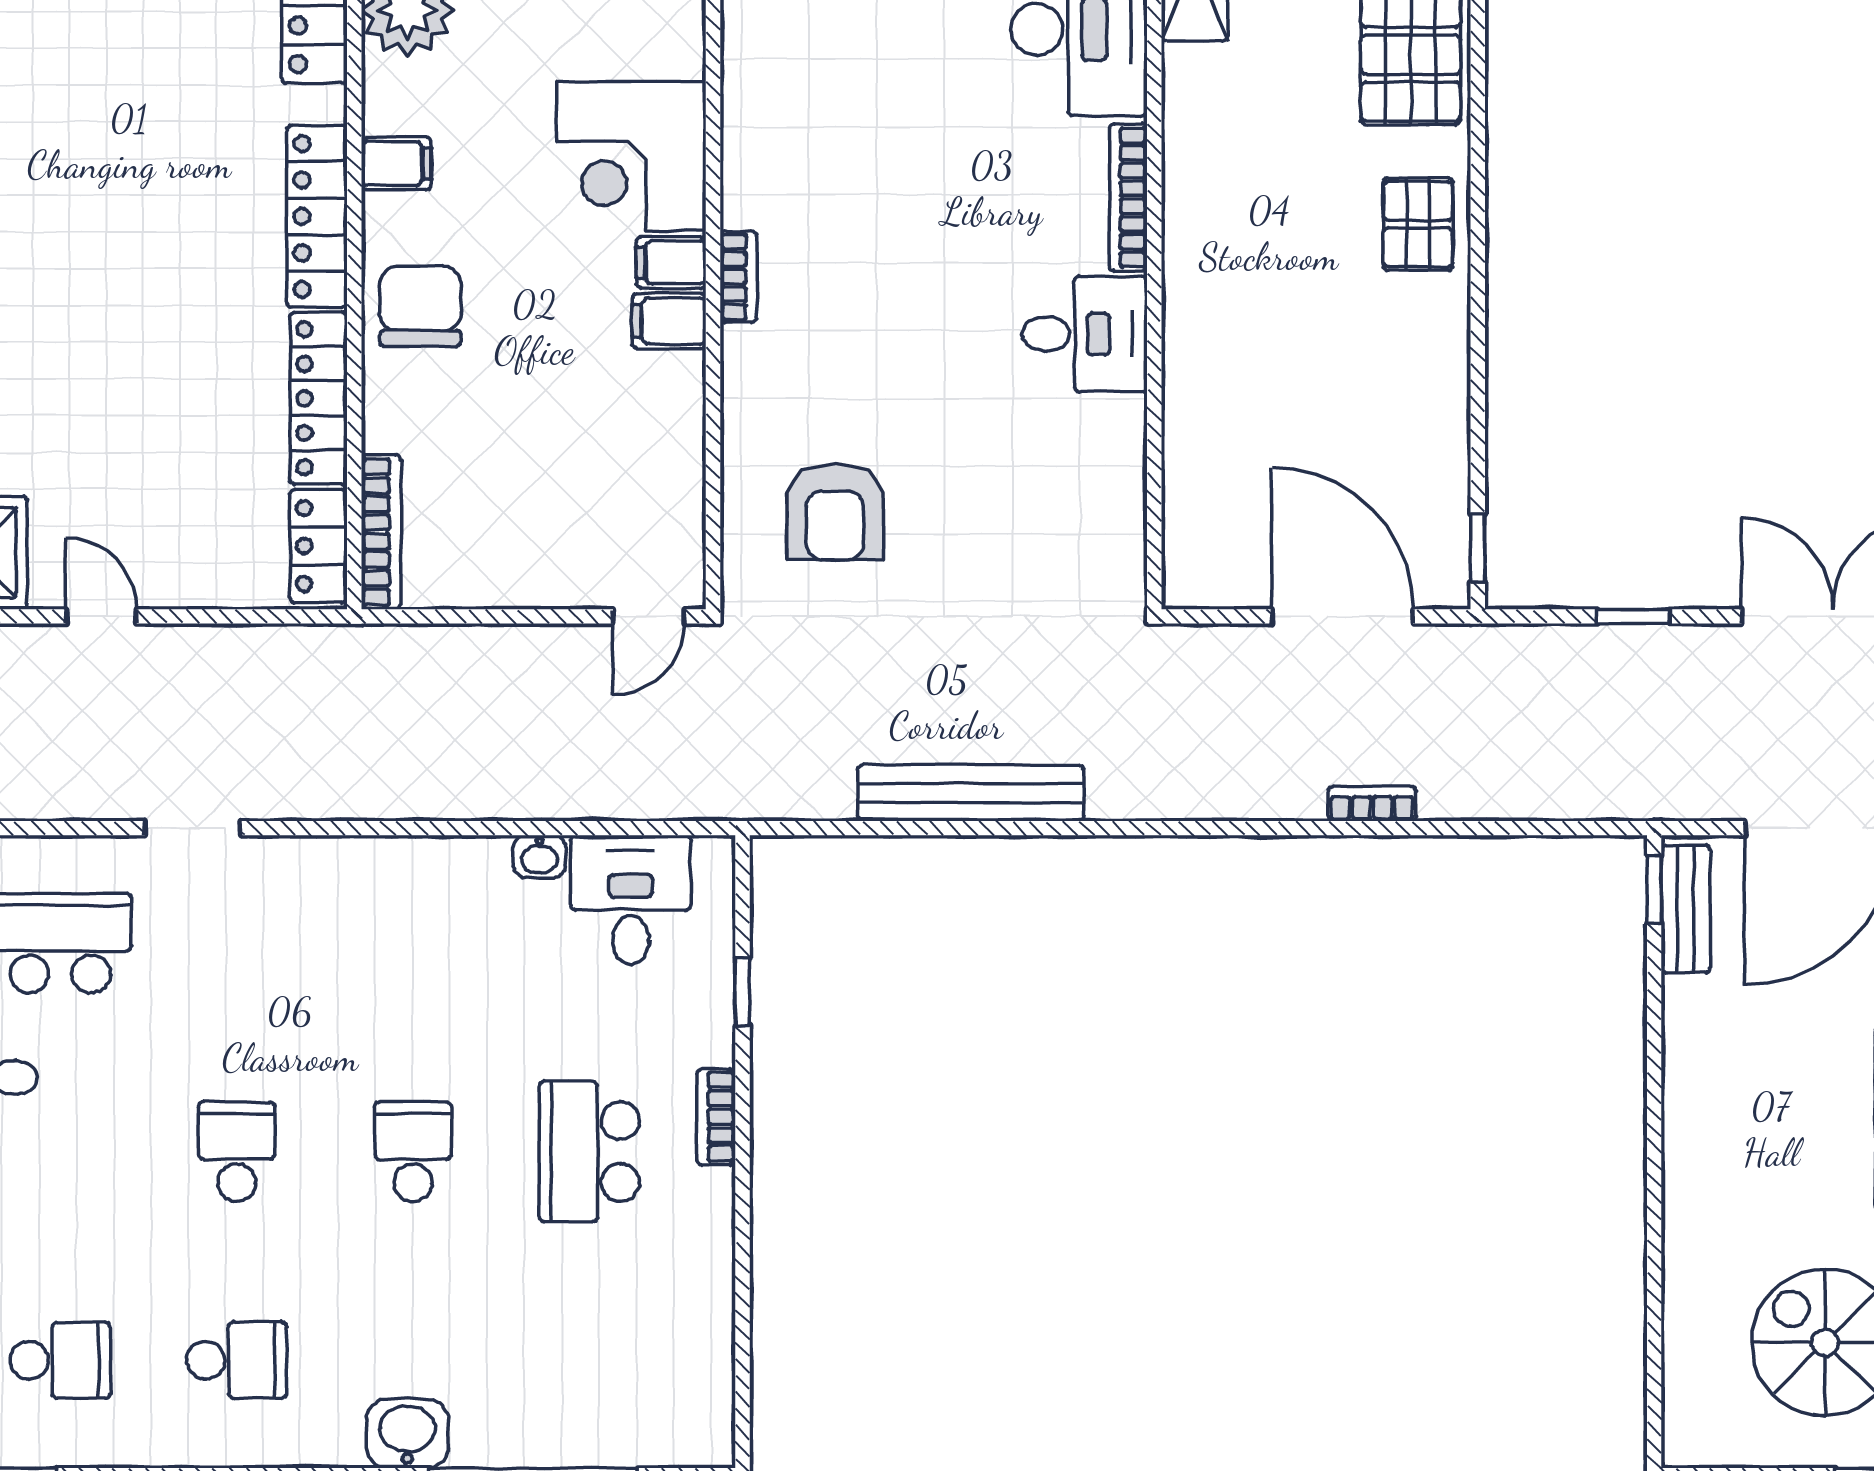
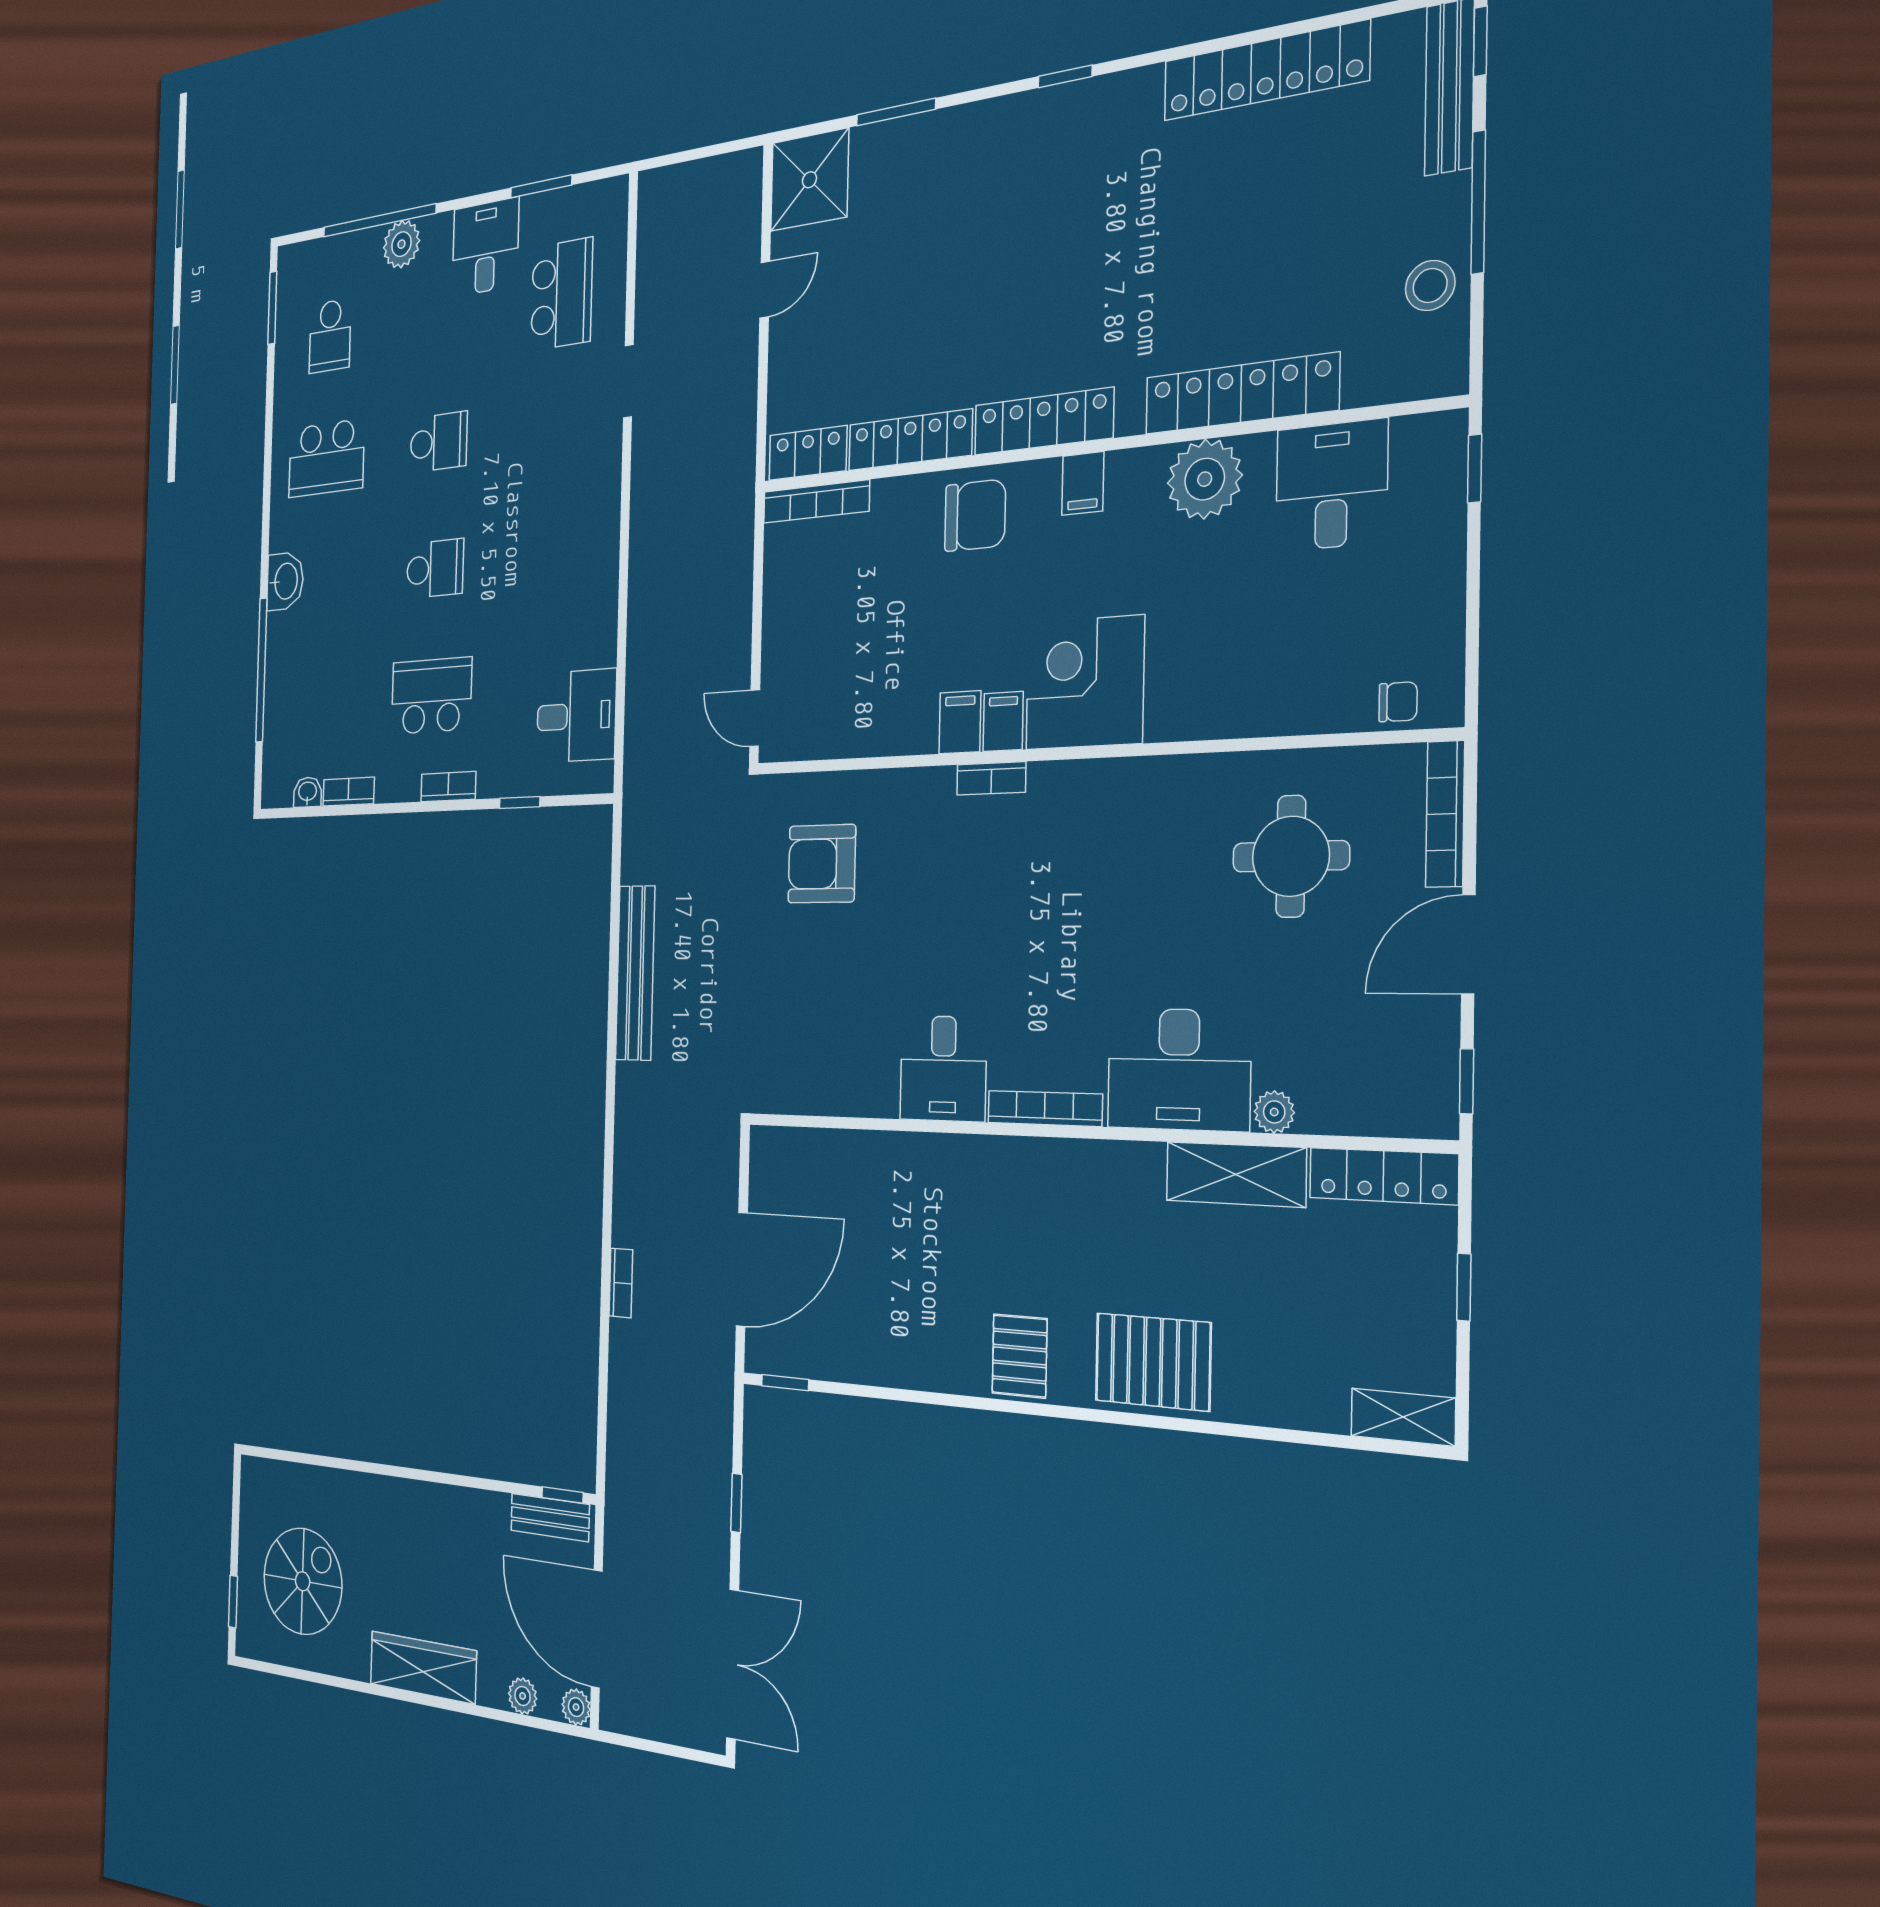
pallet: (1418, 224) -> (1020, 1356), turned 90
washbasin: (540, 856) -> (308, 792), moved, turned 90
bookcase: (716, 1299) -> (349, 792), added
school desk: (237, 1360) -> (326, 458), width x1.85

